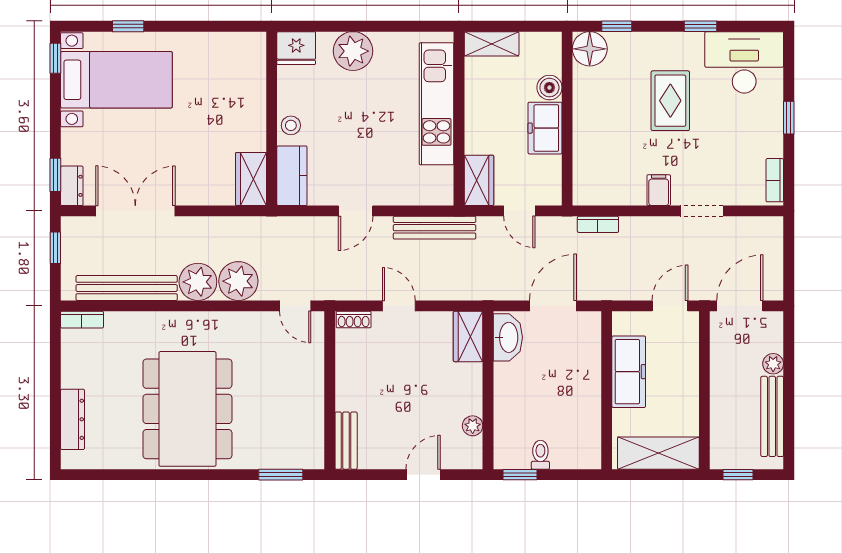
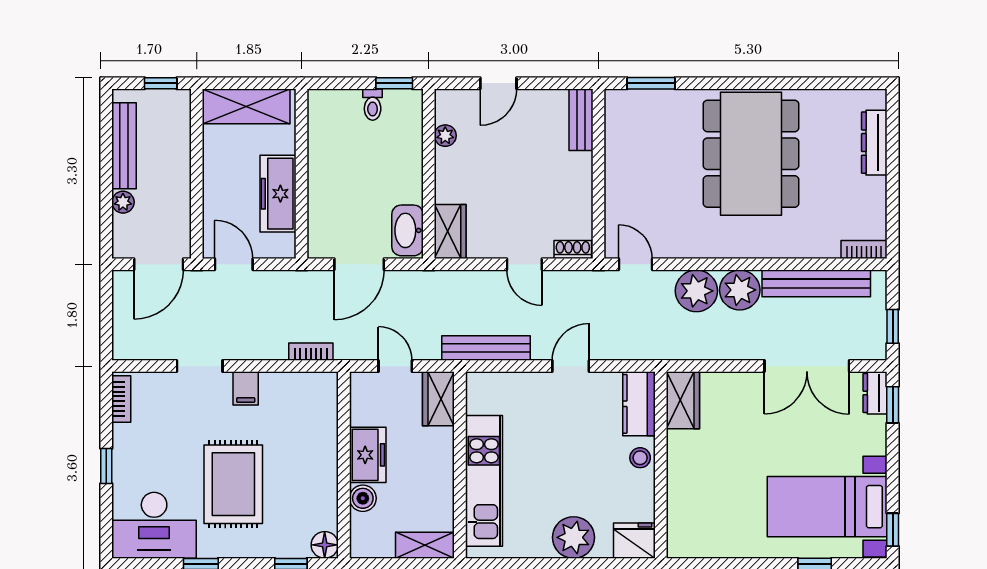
floor lamp: (590, 49) -> (325, 545), width x0.73, depth x0.73
rug: (670, 101) -> (233, 484), width x1.36, depth x1.43
door: (670, 306) -> (234, 264), swing flipped

